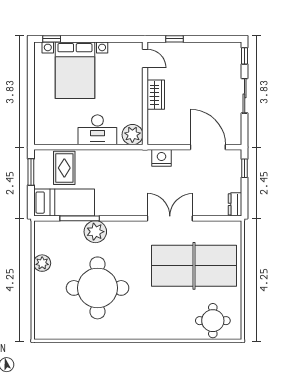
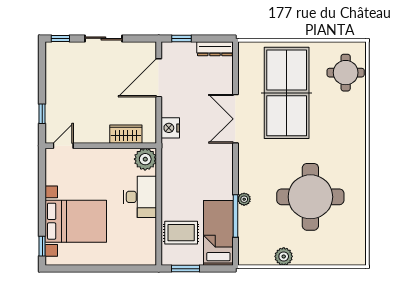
wardrobe: (156, 95) -> (126, 134), moved
dresser: (235, 204) -> (215, 49), width x1.44
plant: (95, 232) -> (244, 199), width x0.53, depth x0.53

